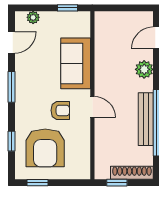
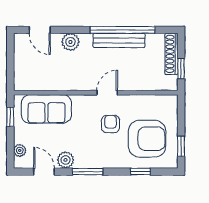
sofa: (76, 63) -> (46, 109), moved
plant: (23, 64) -> (66, 160), added

